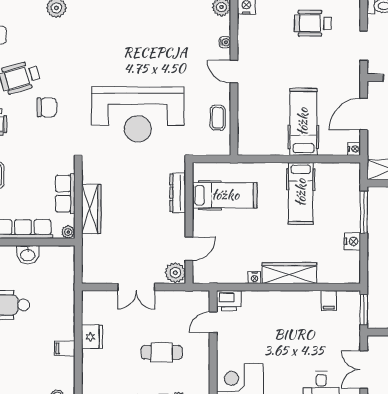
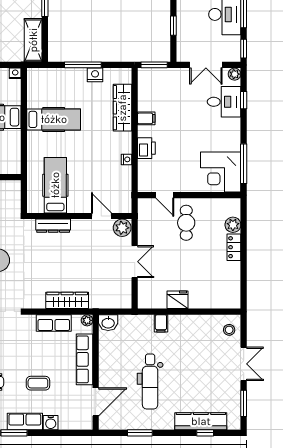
window: (364, 212) -> (83, 65), moved
washbasin: (28, 255) -> (108, 323), moved, turned 90
wardrobe: (289, 273) -> (122, 108), moved
printer: (229, 301) -> (146, 148), moved
filing cabinet: (329, 301) -> (146, 118), moved
filing cabinet: (65, 348) -> (161, 323), moved
cafe table: (162, 352) -> (186, 223), moved

